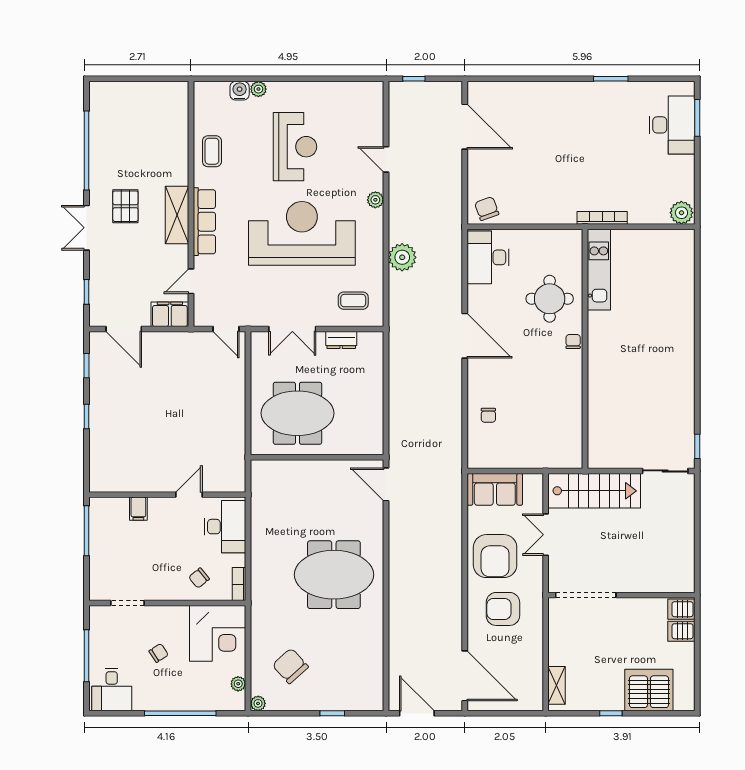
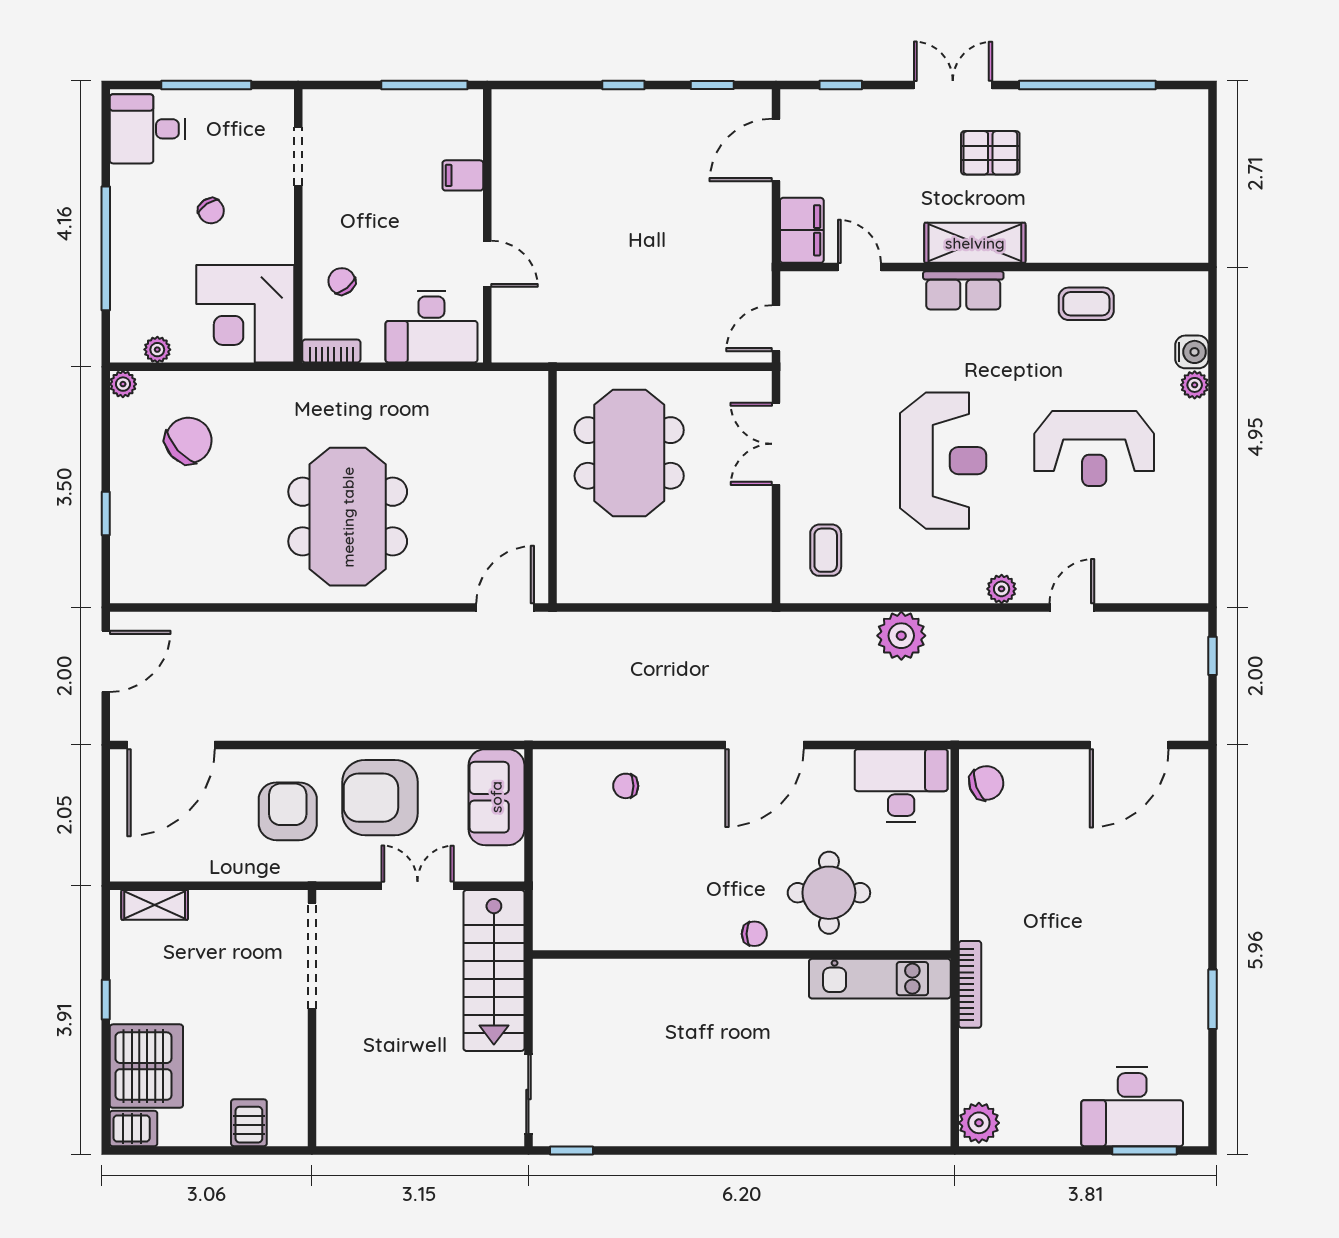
row of seats: (204, 222) -> (963, 290), width x0.68
reception desk: (302, 233) -> (943, 461), width x0.74, depth x0.77
dresser: (341, 340) -> (757, 529), removed
server rack: (681, 609) -> (134, 1128), moved, turned 90

